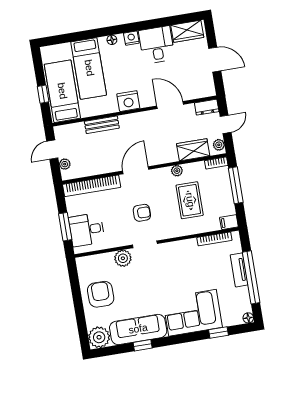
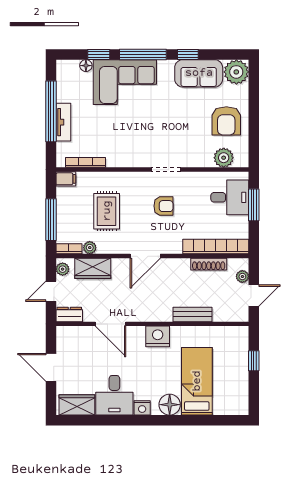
floor lamp: (112, 40) -> (170, 405), width x1.89, depth x1.89
bed: (62, 91) -> (231, 360), removed
shoe rack: (95, 170) -> (209, 264), added
door: (136, 170) -> (145, 256), moved
plant: (177, 171) -> (90, 248), moved
armchair: (142, 213) -> (163, 206), turned 180
plant: (123, 258) -> (224, 158), moved
floor lamp: (248, 318) -> (86, 66), moved
sofa: (138, 329) -> (199, 73), width x0.73
window: (181, 339) -> (143, 54), added

